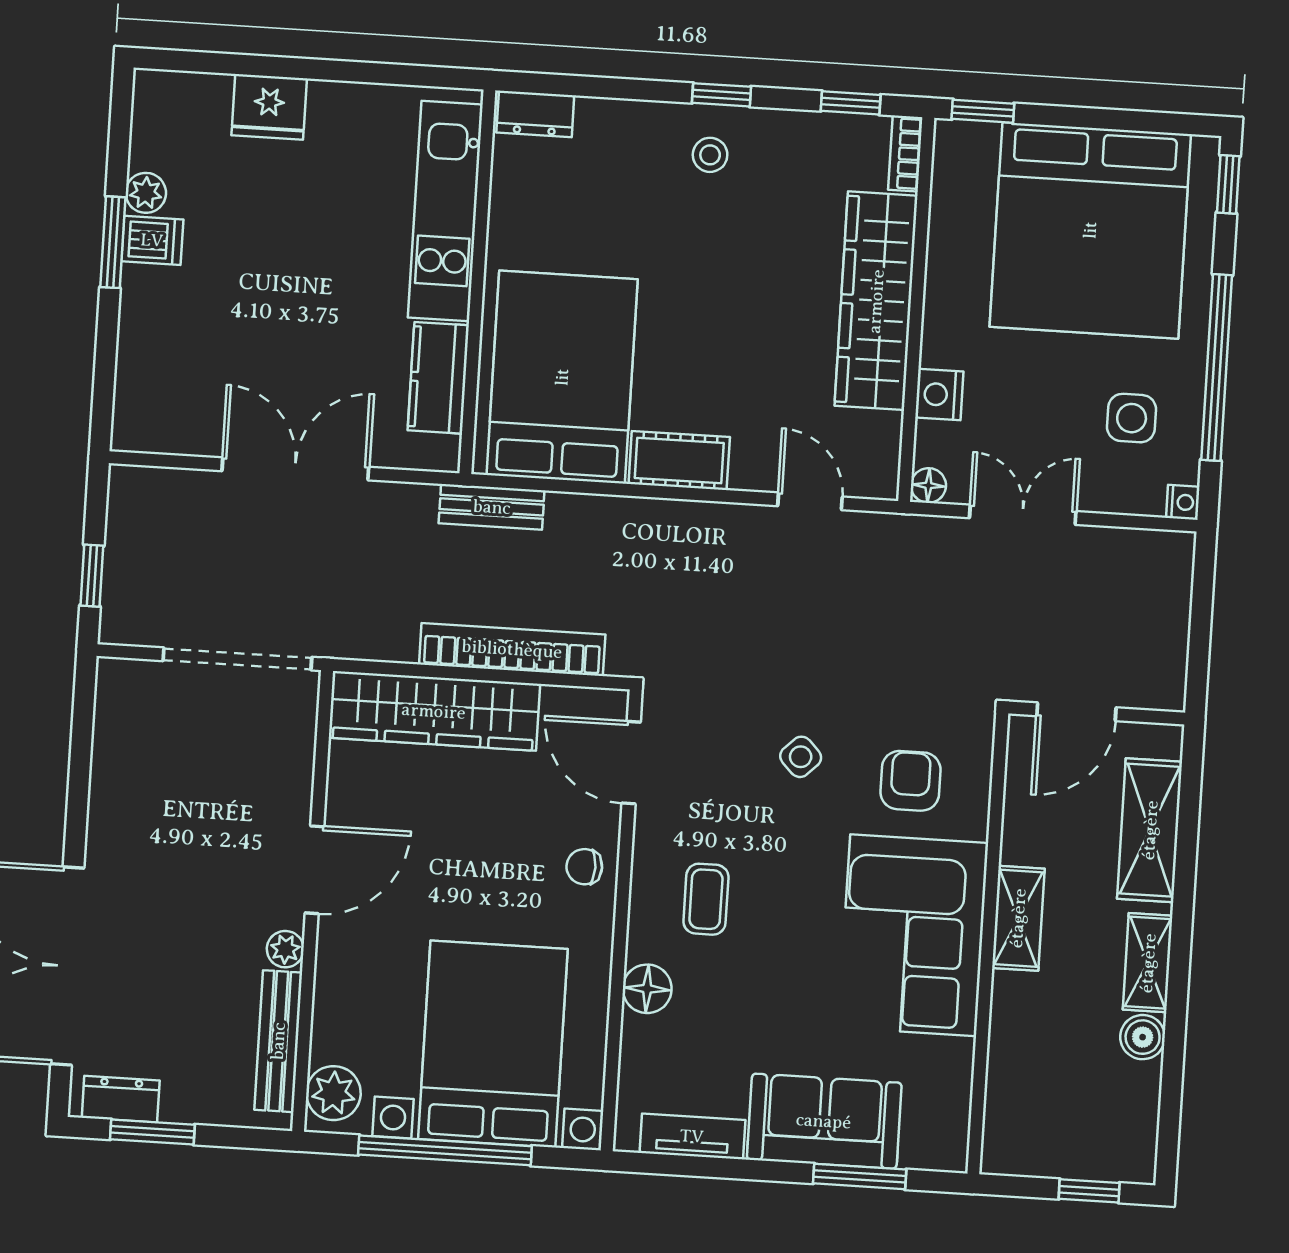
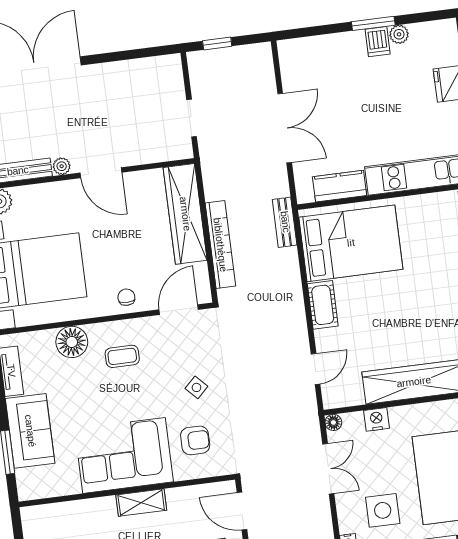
side table: (1132, 418) -> (383, 510), width x1.37, depth x1.37
doorway: (237, 659) -> (192, 118), width x0.53
floor lamp: (647, 989) -> (72, 342), width x1.38, depth x1.38

